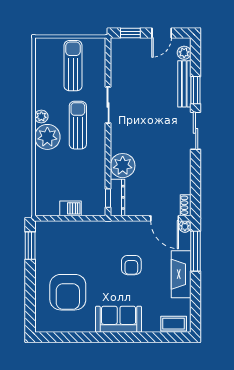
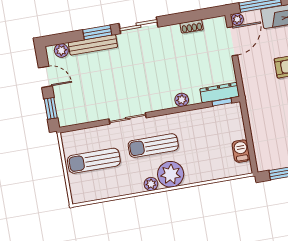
plant: (123, 166) -> (182, 100), width x0.53, depth x0.53
shoe rack: (186, 205) -> (192, 26), moved
barbecue: (71, 208) -> (241, 151), moved

